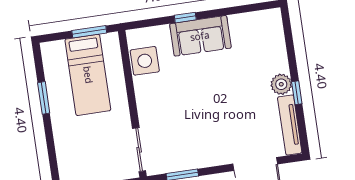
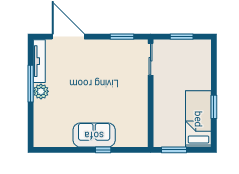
side table: (145, 61) -> (137, 123), removed
bed: (88, 75) -> (198, 119), moved
window: (297, 93) -> (31, 84), width x2.17

